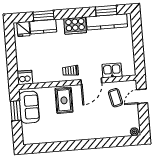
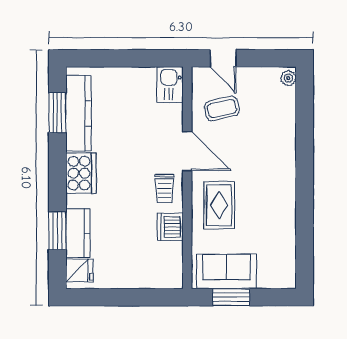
kitchen sink: (112, 70) -> (170, 85), moved
dishwasher: (25, 77) -> (170, 227), moved
rug: (64, 100) -> (219, 205), turned 90

